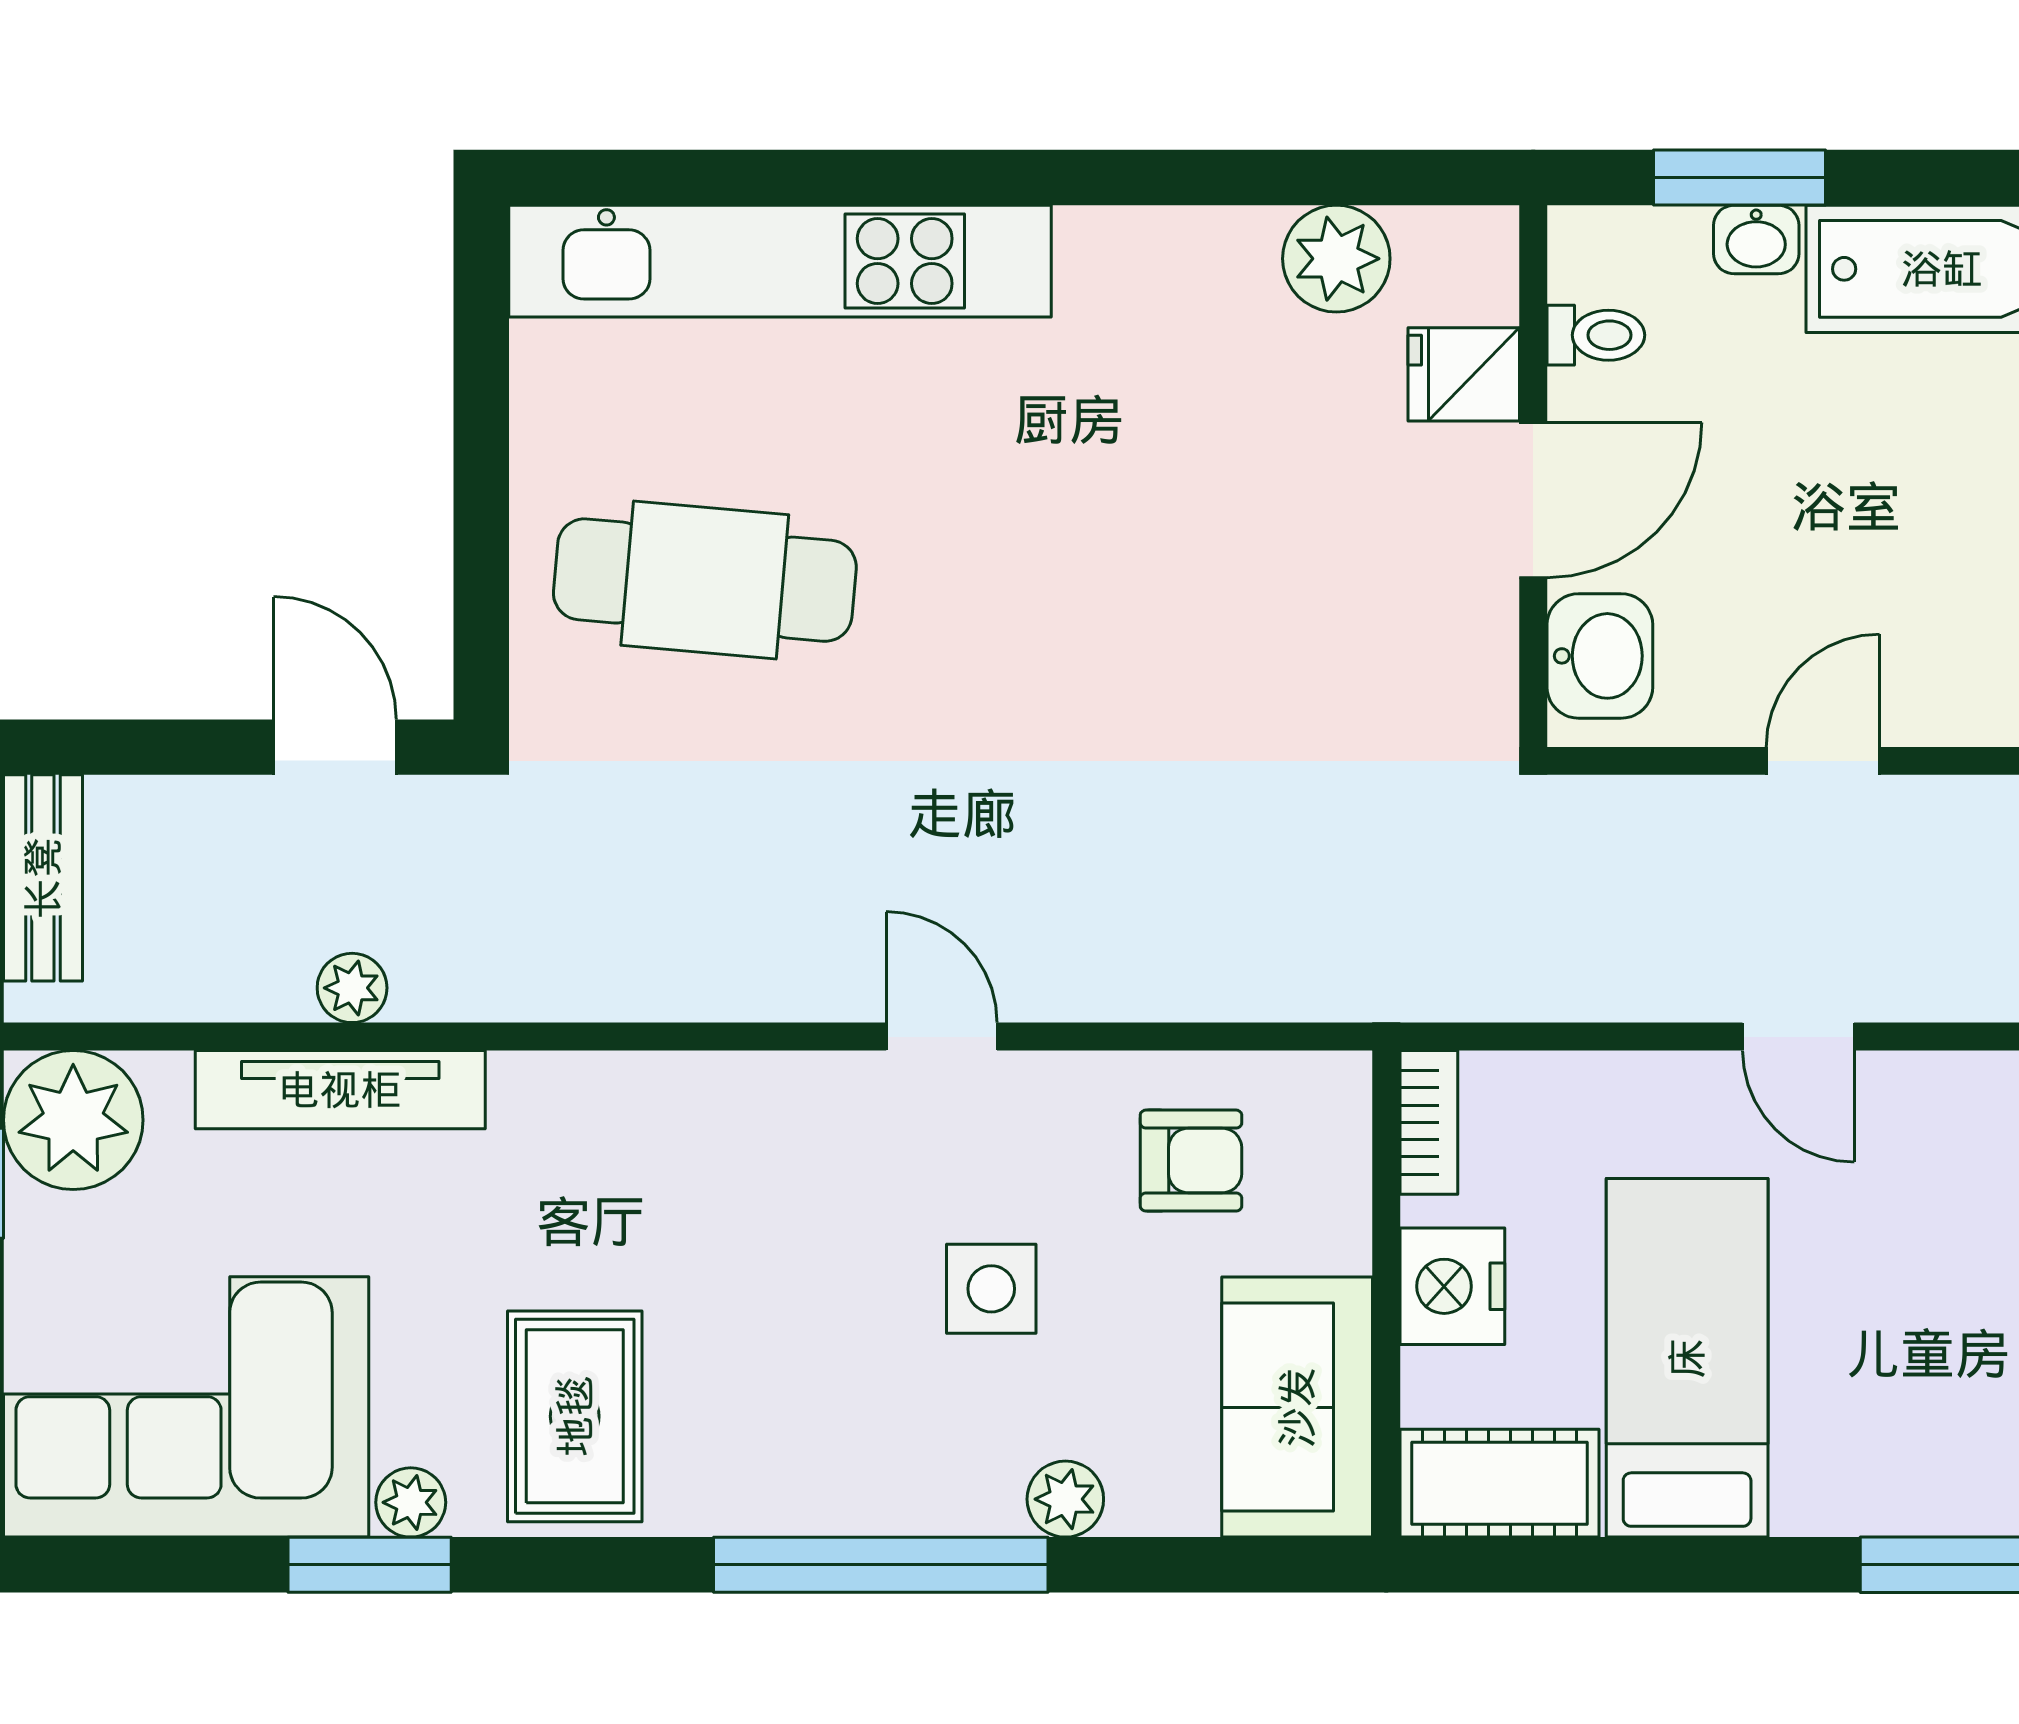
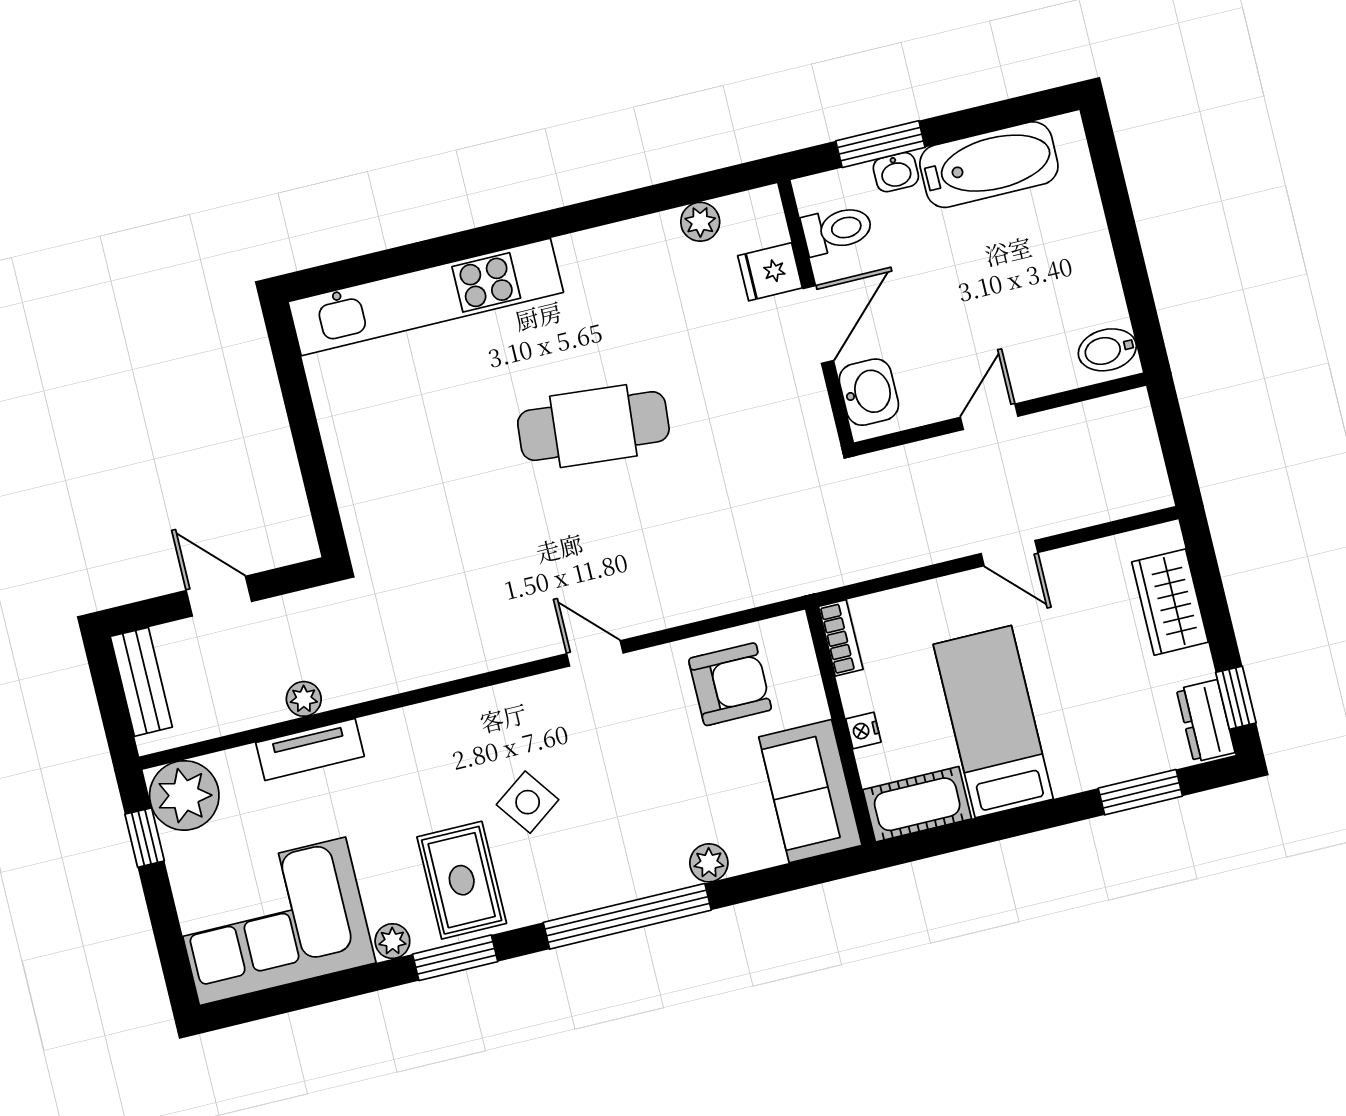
plant: (1336, 259) -> (700, 222), width x0.73, depth x0.73
toilet: (1596, 335) -> (837, 230), width x1.37, depth x1.39
cafe table: (705, 580) -> (593, 426), moved
door: (335, 747) -> (219, 596), moved
tv unit: (340, 1090) -> (310, 749), width x0.71
armchair: (1191, 1161) -> (730, 684), width x1.38, depth x1.38
nightstand: (1452, 1286) -> (863, 730), width x0.53, depth x0.56
side table: (991, 1289) -> (528, 802), moved, turned -36
window: (370, 1565) -> (455, 958), moved

